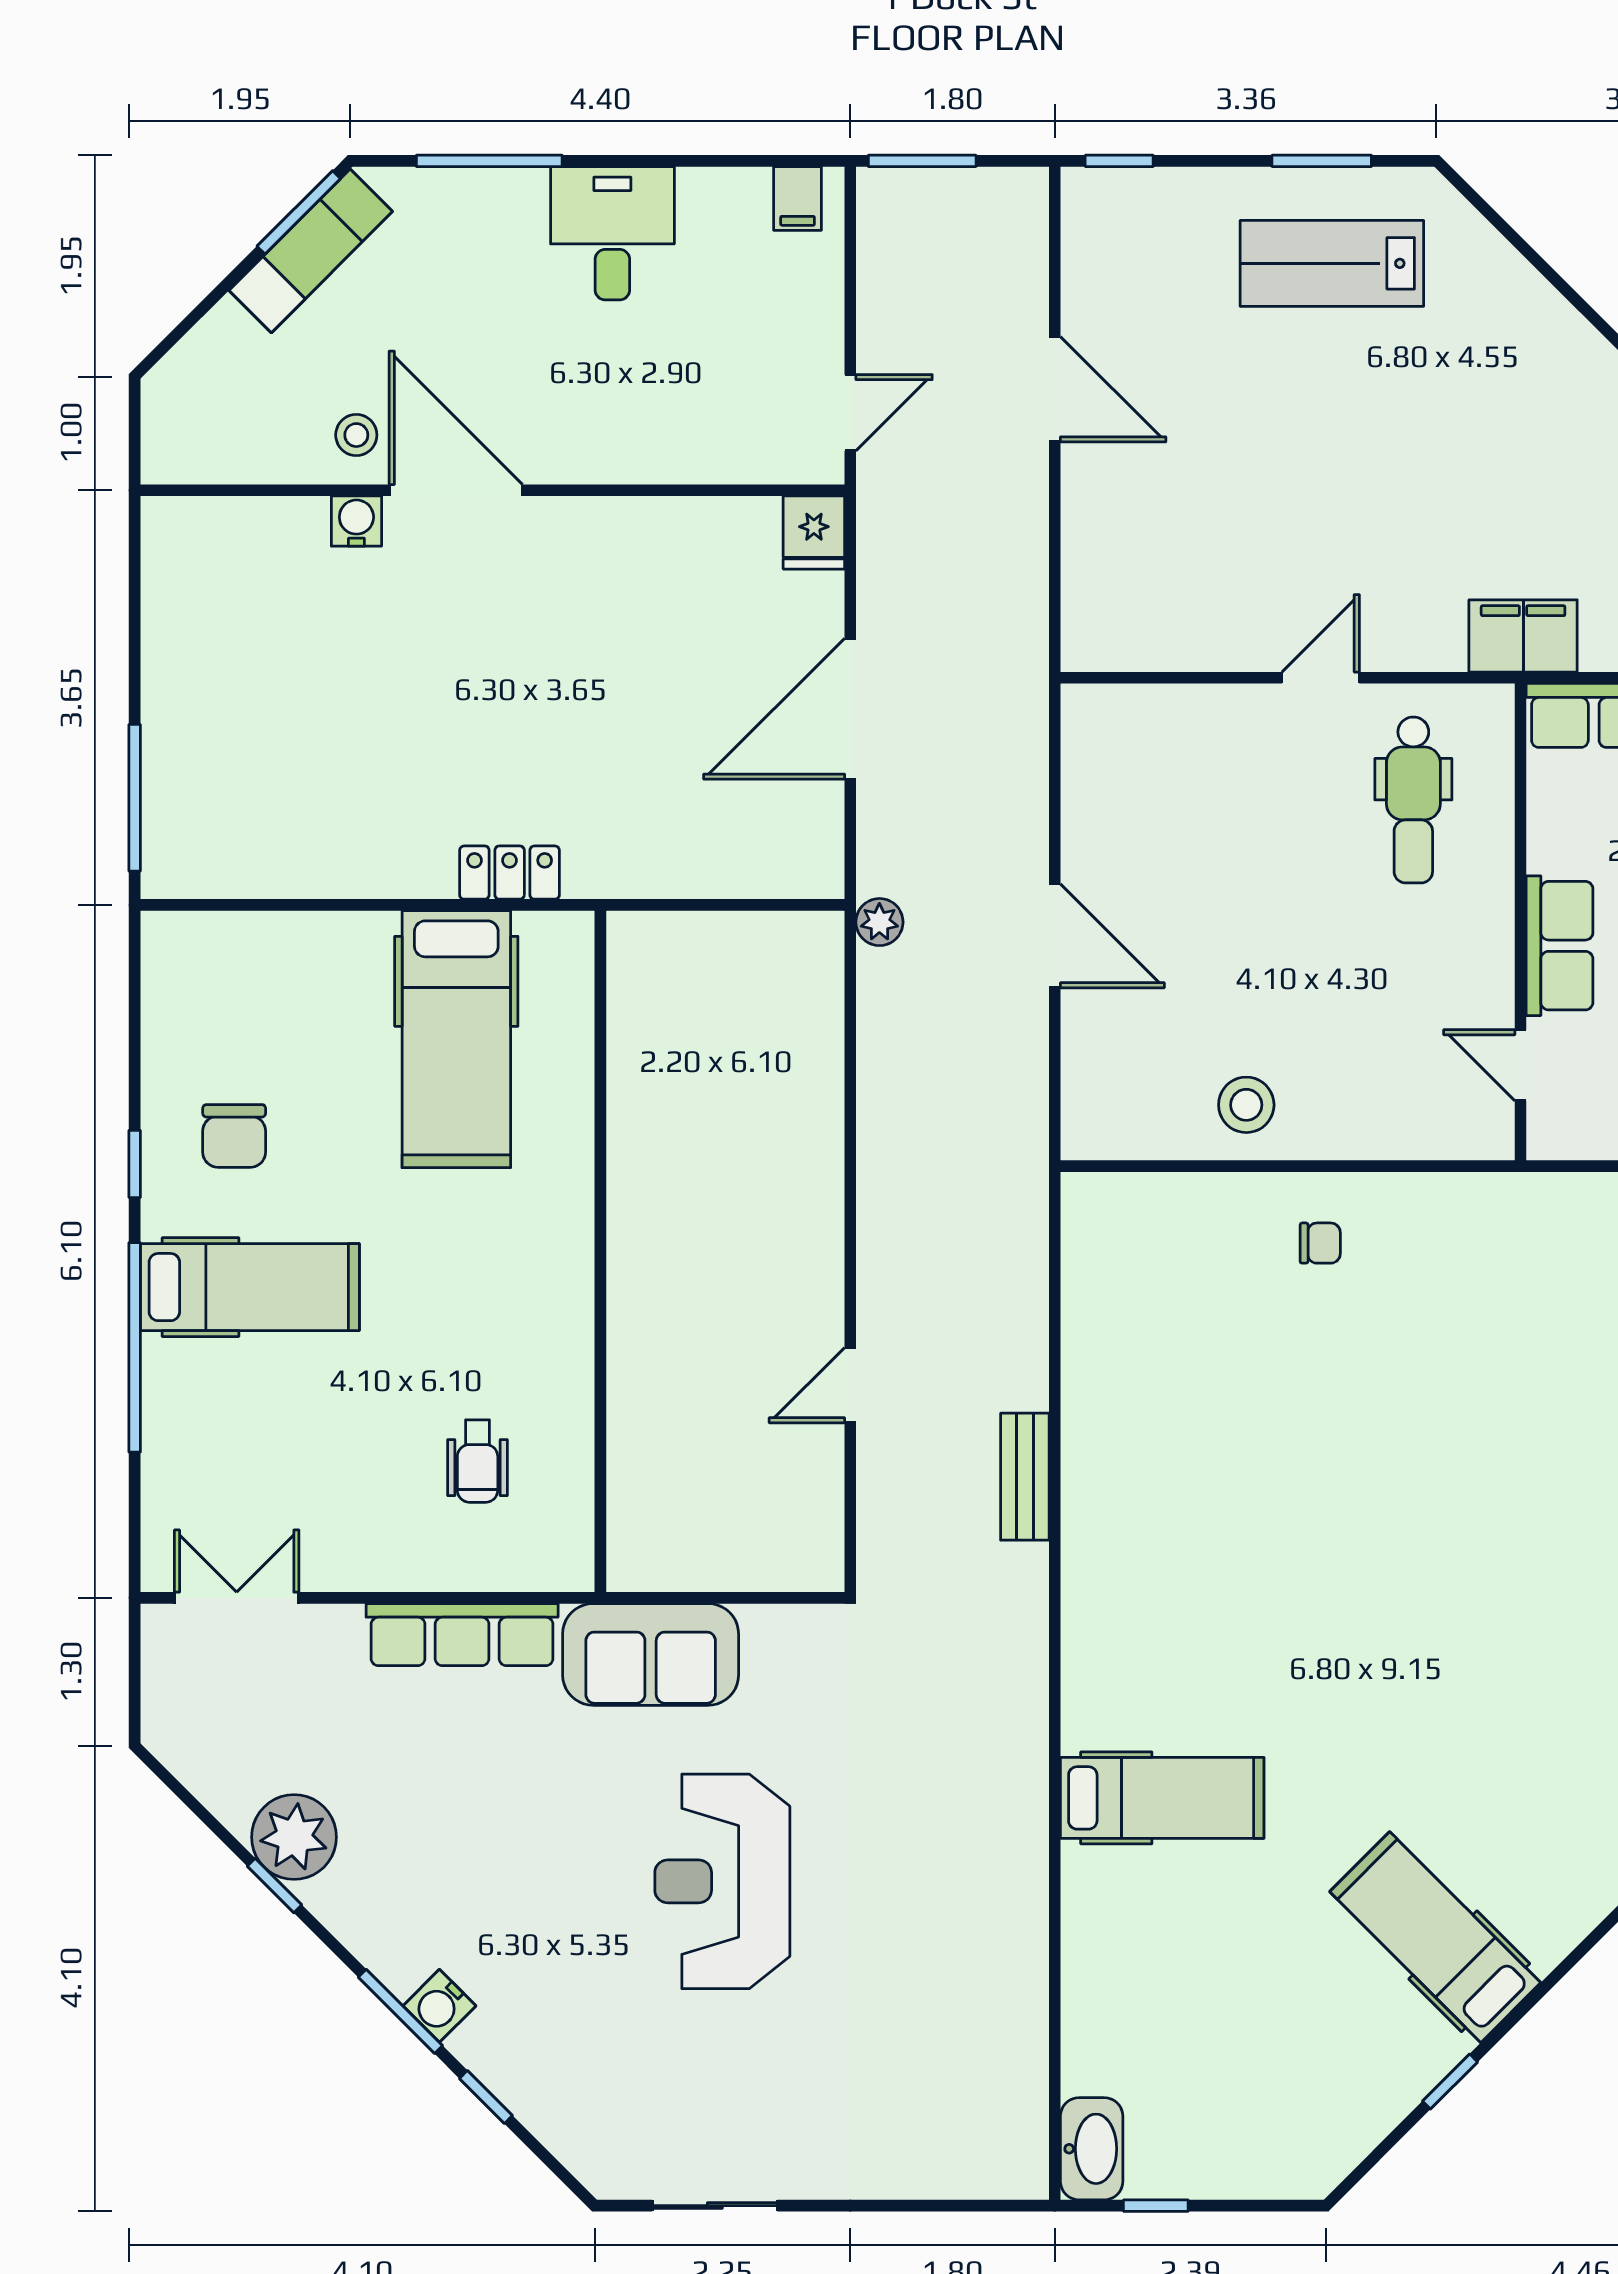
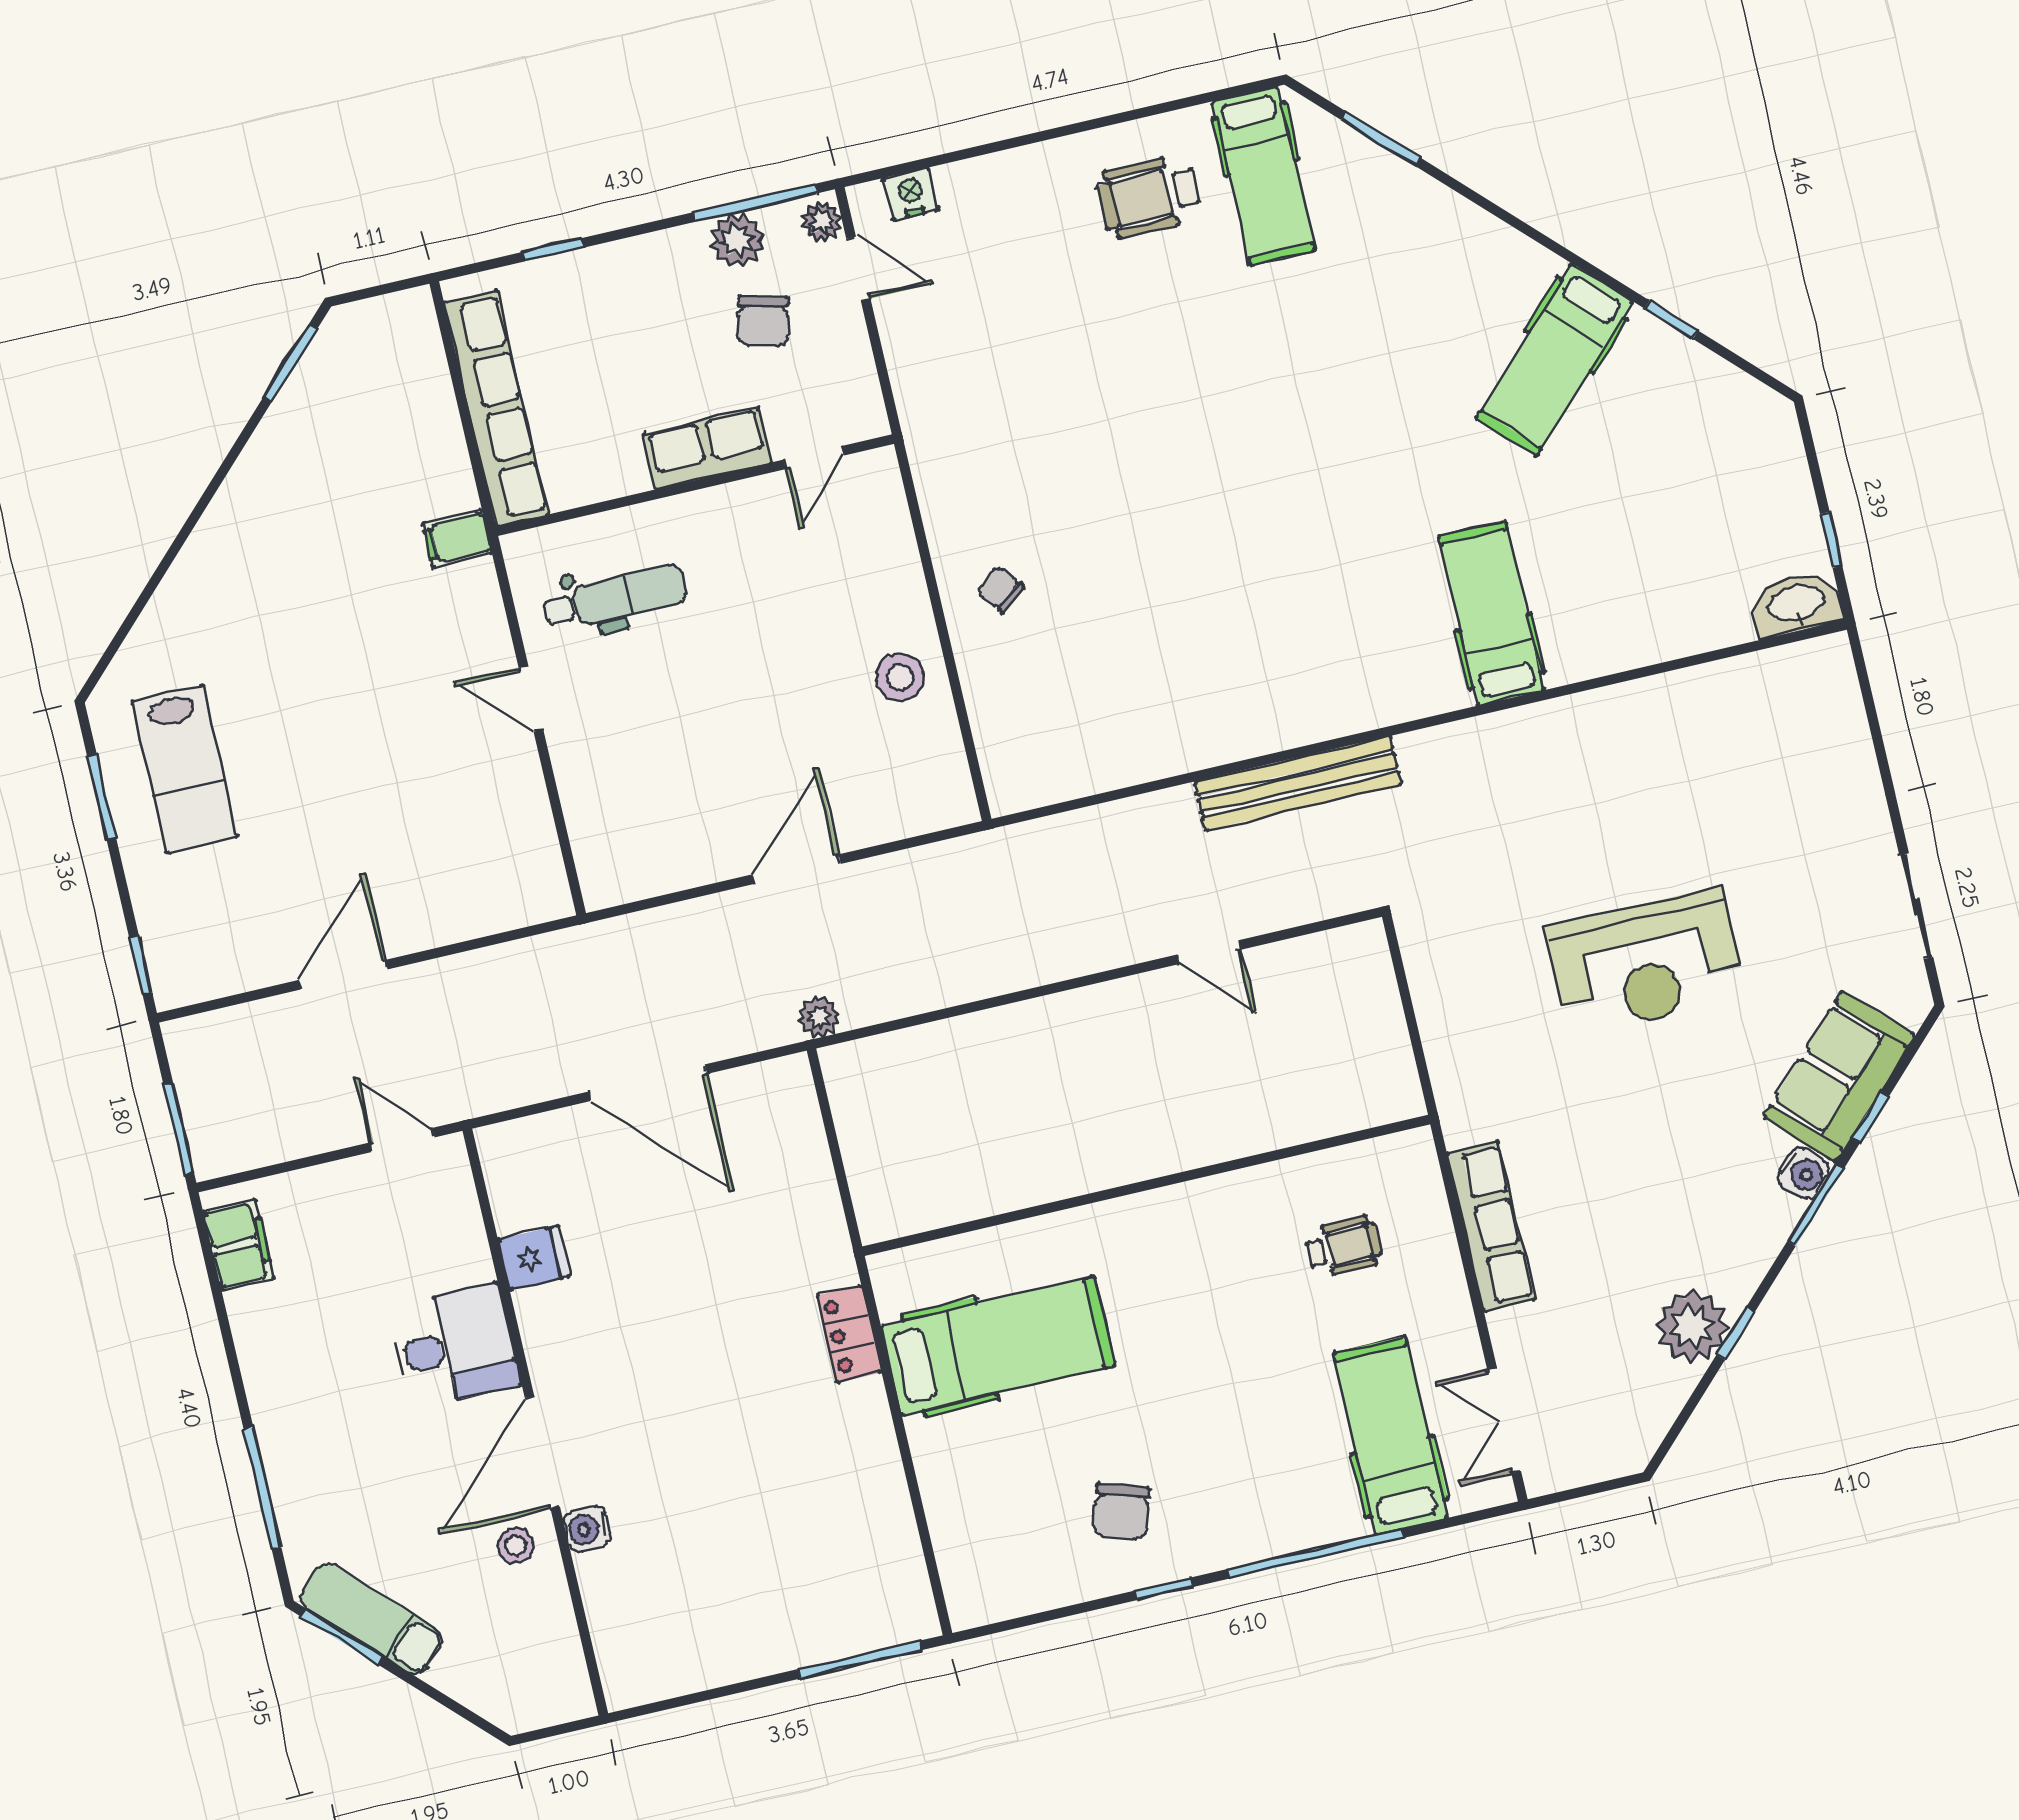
filing cabinet: (798, 198) -> (239, 1245), width x2.00
desk: (612, 233) -> (454, 1346), moved, turned 180
fridge: (814, 533) -> (534, 1258), moved
filing cabinet: (1523, 636) -> (457, 538), width x0.50
chair: (234, 1136) -> (1121, 1512), turned 108
chair: (1320, 1243) -> (1000, 589), turned -39
hospital bed: (250, 1287) -> (1390, 1435), moved
bench: (1025, 1477) -> (1298, 783), width x1.86, depth x1.21
sofa: (651, 1654) -> (1839, 1076), moved, turned -135

